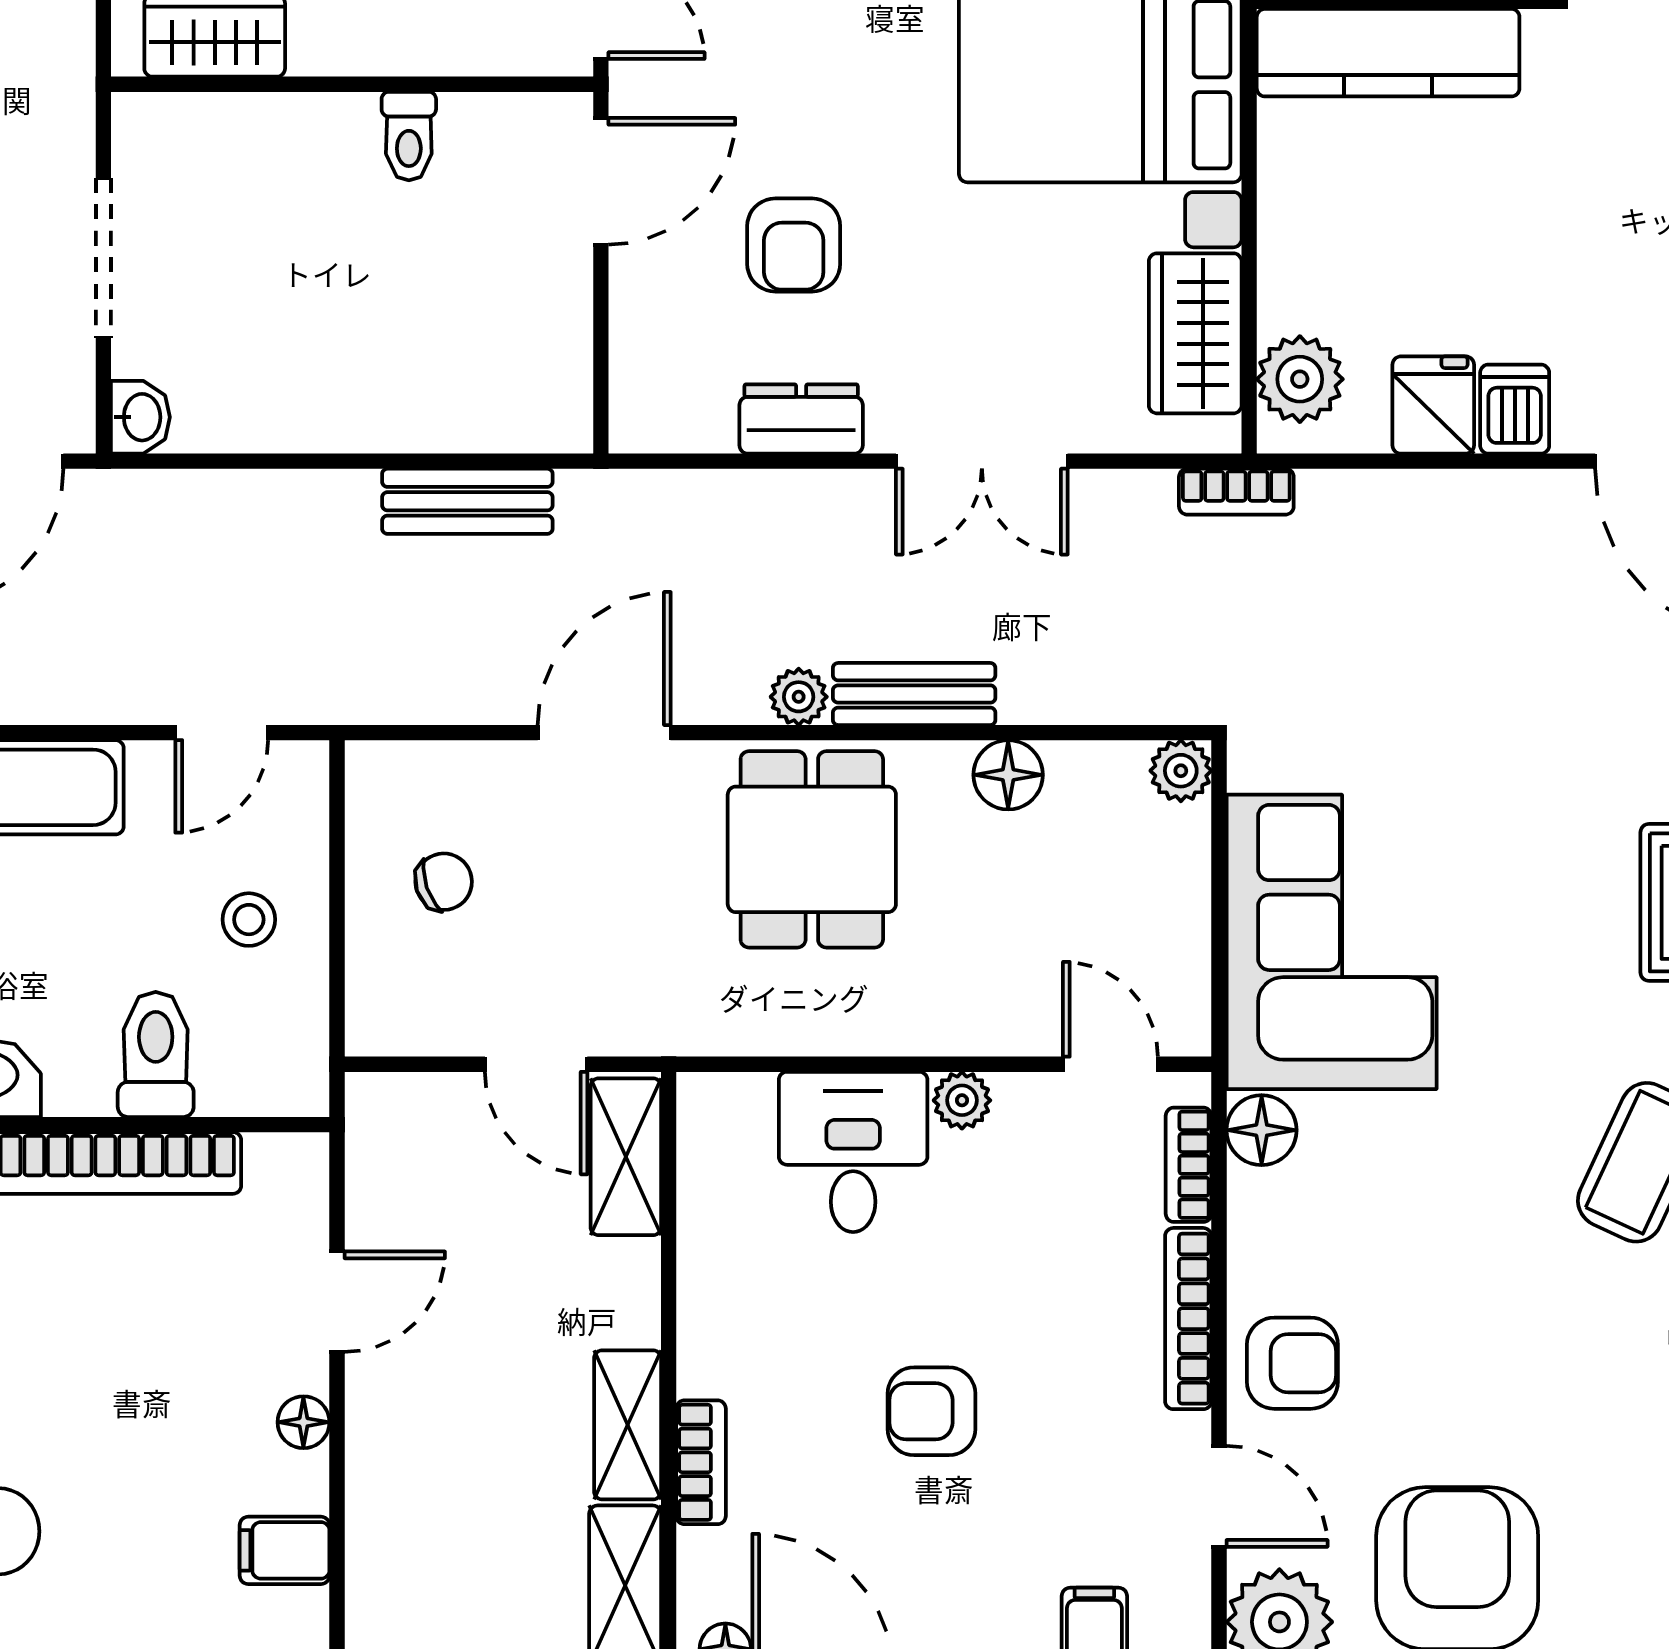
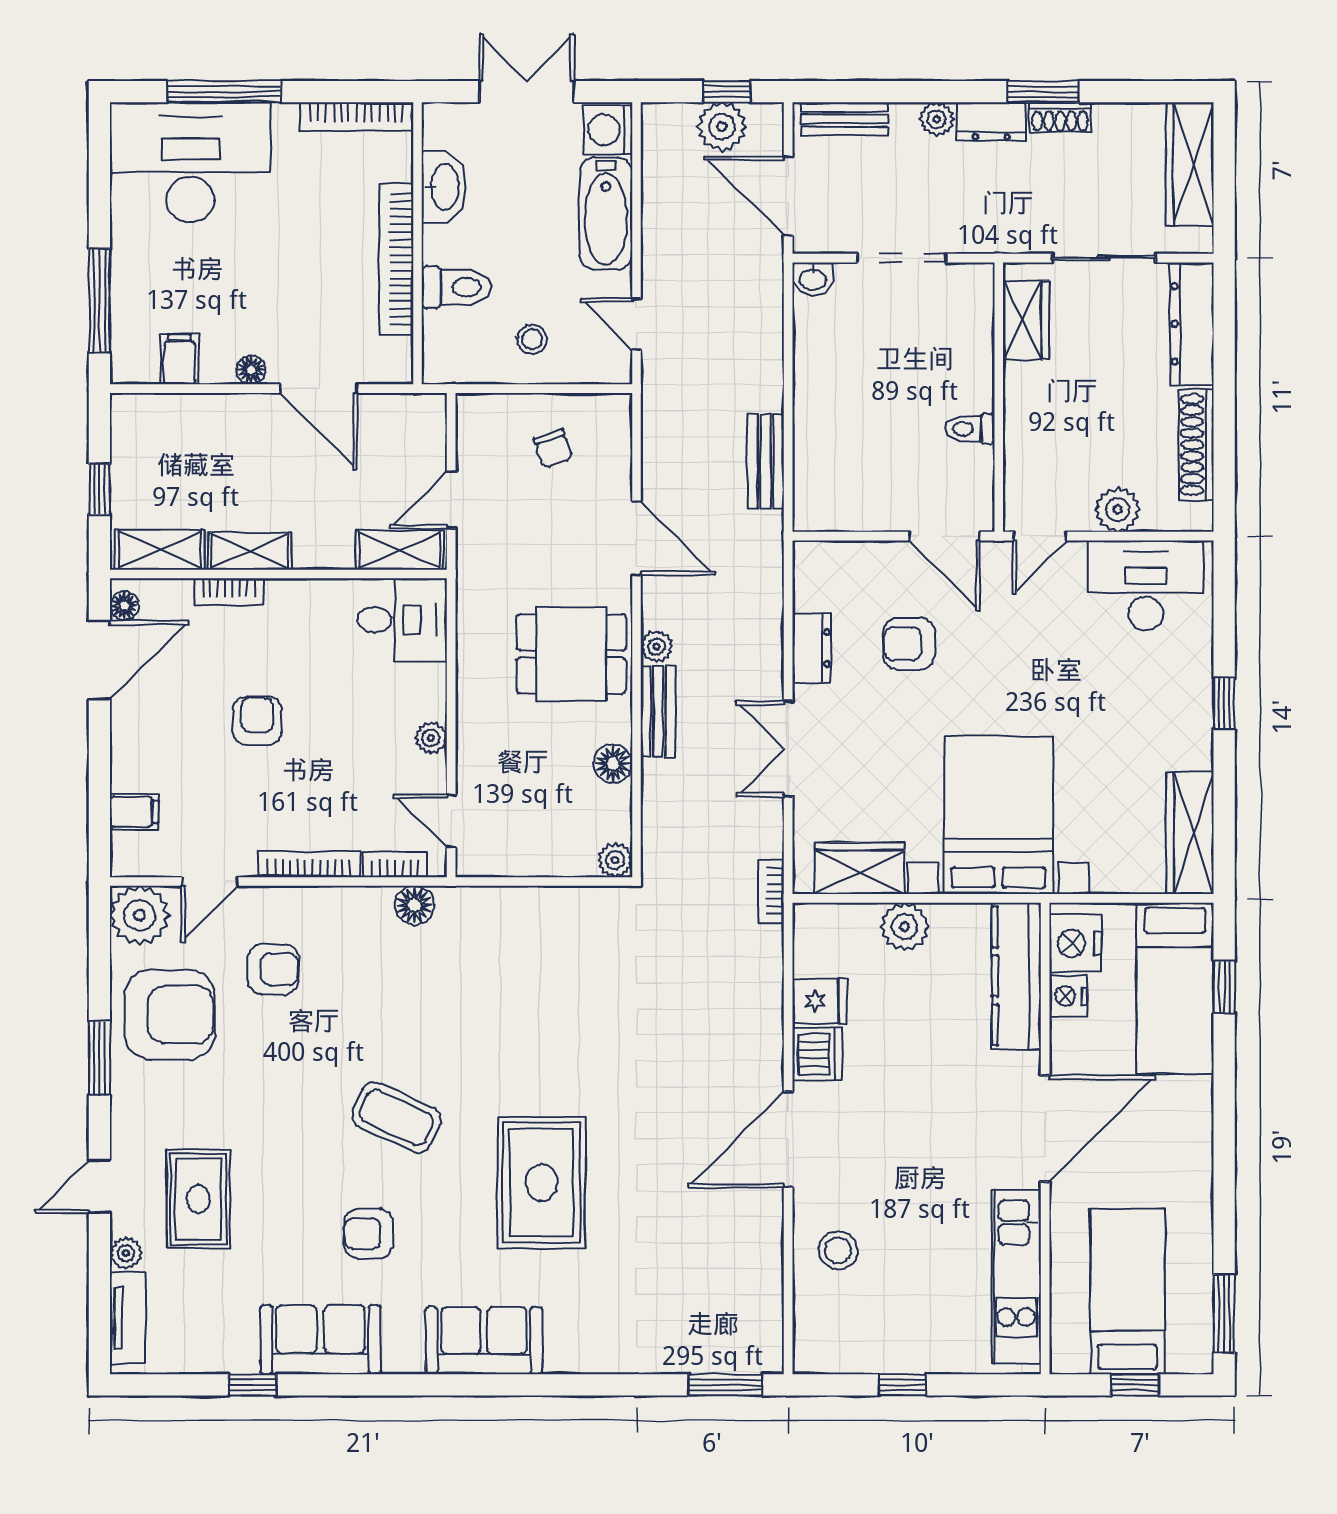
plant: (1300, 379) -> (905, 927), moved
dishwasher: (1515, 409) -> (817, 1054), width x1.38
corner sofa: (1332, 942) -> (520, 944), removed
door: (1110, 1064) -> (451, 821), swing flipped
desk: (853, 1152) -> (402, 620), moved
door: (337, 1302) -> (318, 389), width x1.38
armchair: (1292, 1363) -> (273, 969), moved, turned -90

